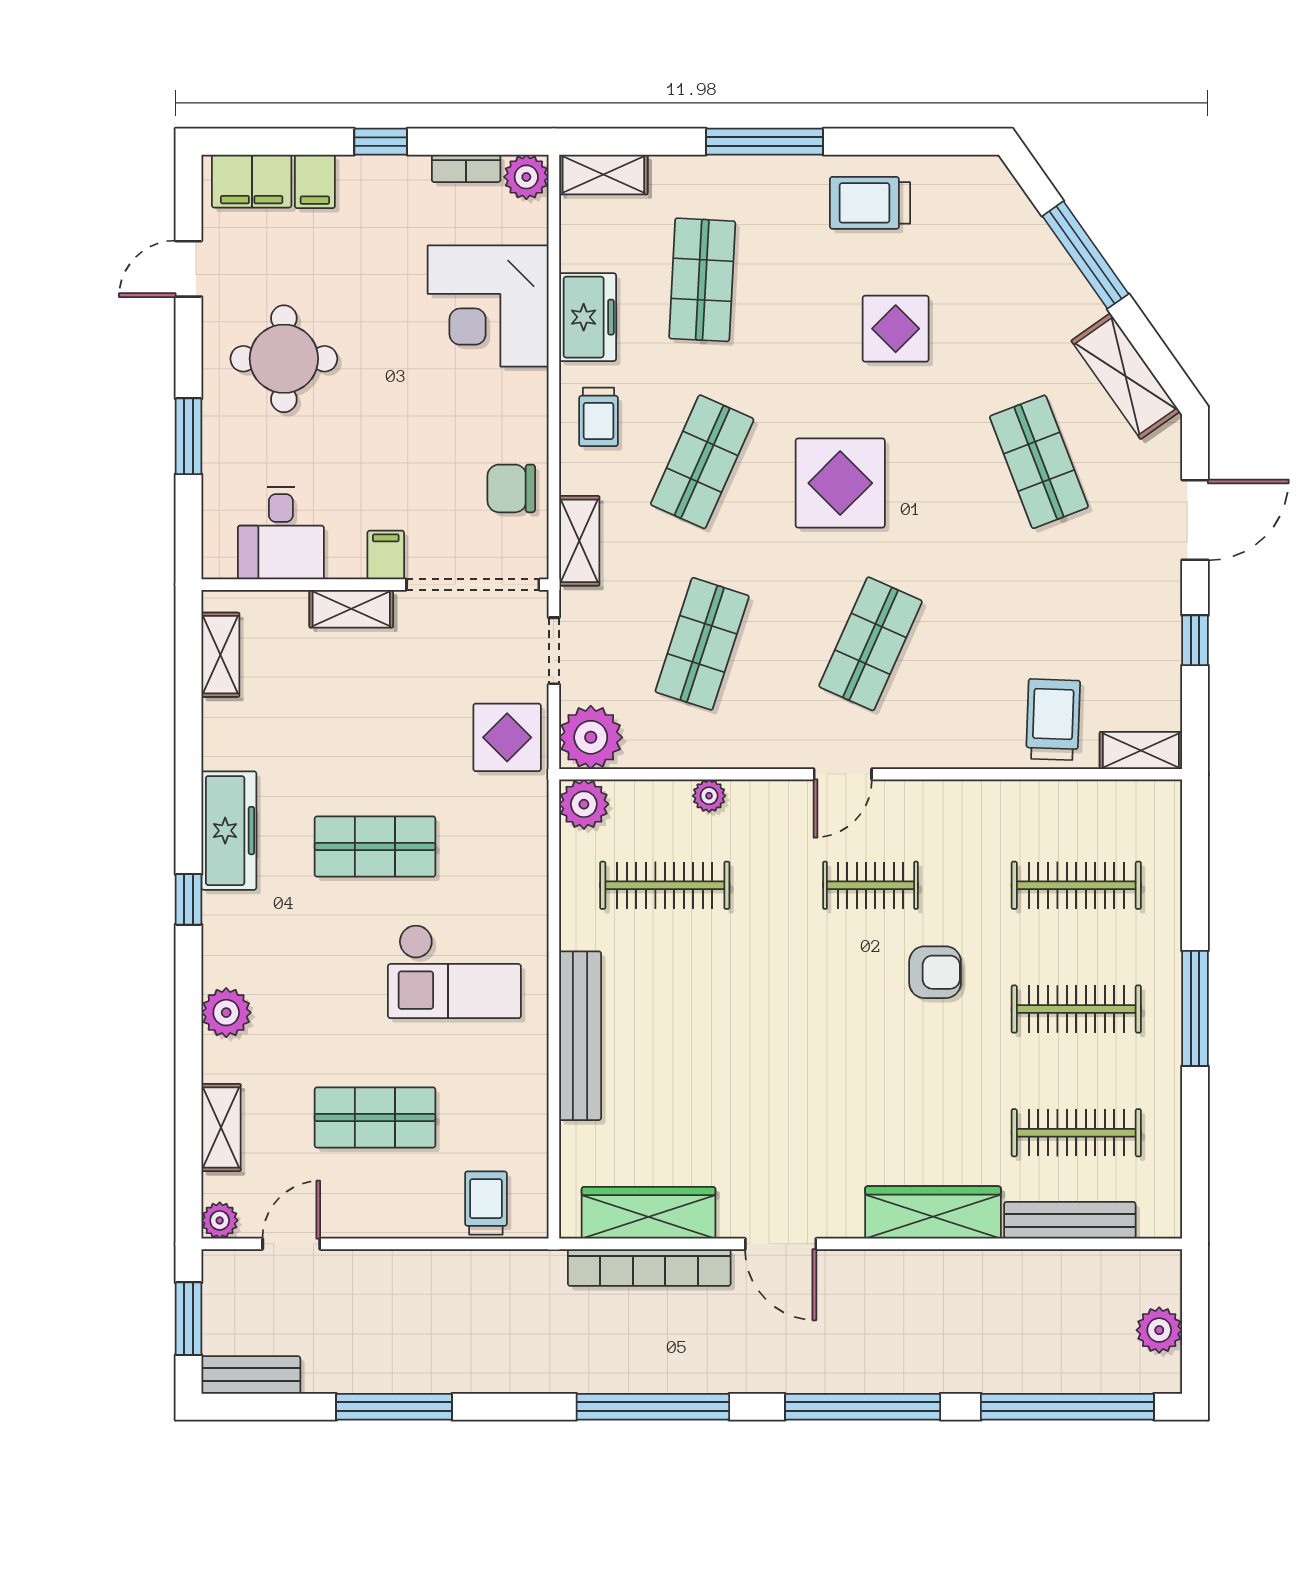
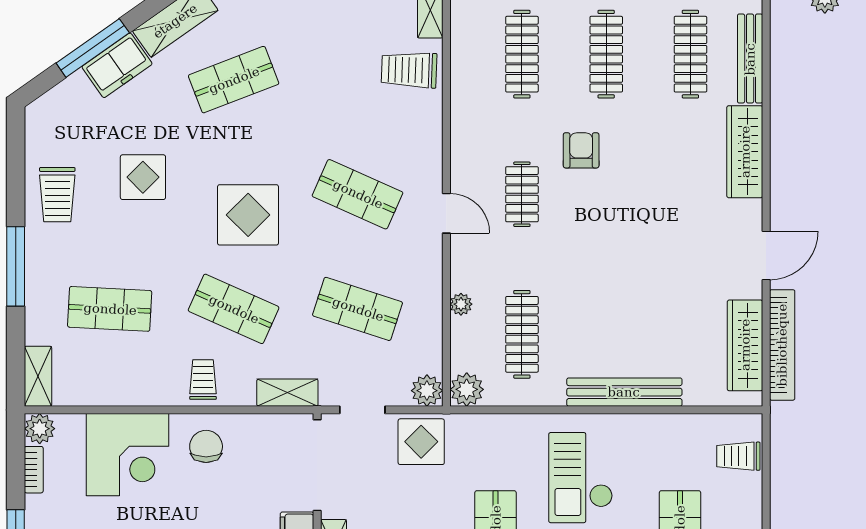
freezer: (588, 317) -> (117, 65), moved, turned 145
trolley: (598, 417) -> (203, 379), turned -90
chair: (511, 488) -> (206, 446), moved, turned 180
plant: (591, 737) -> (427, 391), width x0.73, depth x0.73
checkout: (454, 971) -> (581, 478), turned 180

